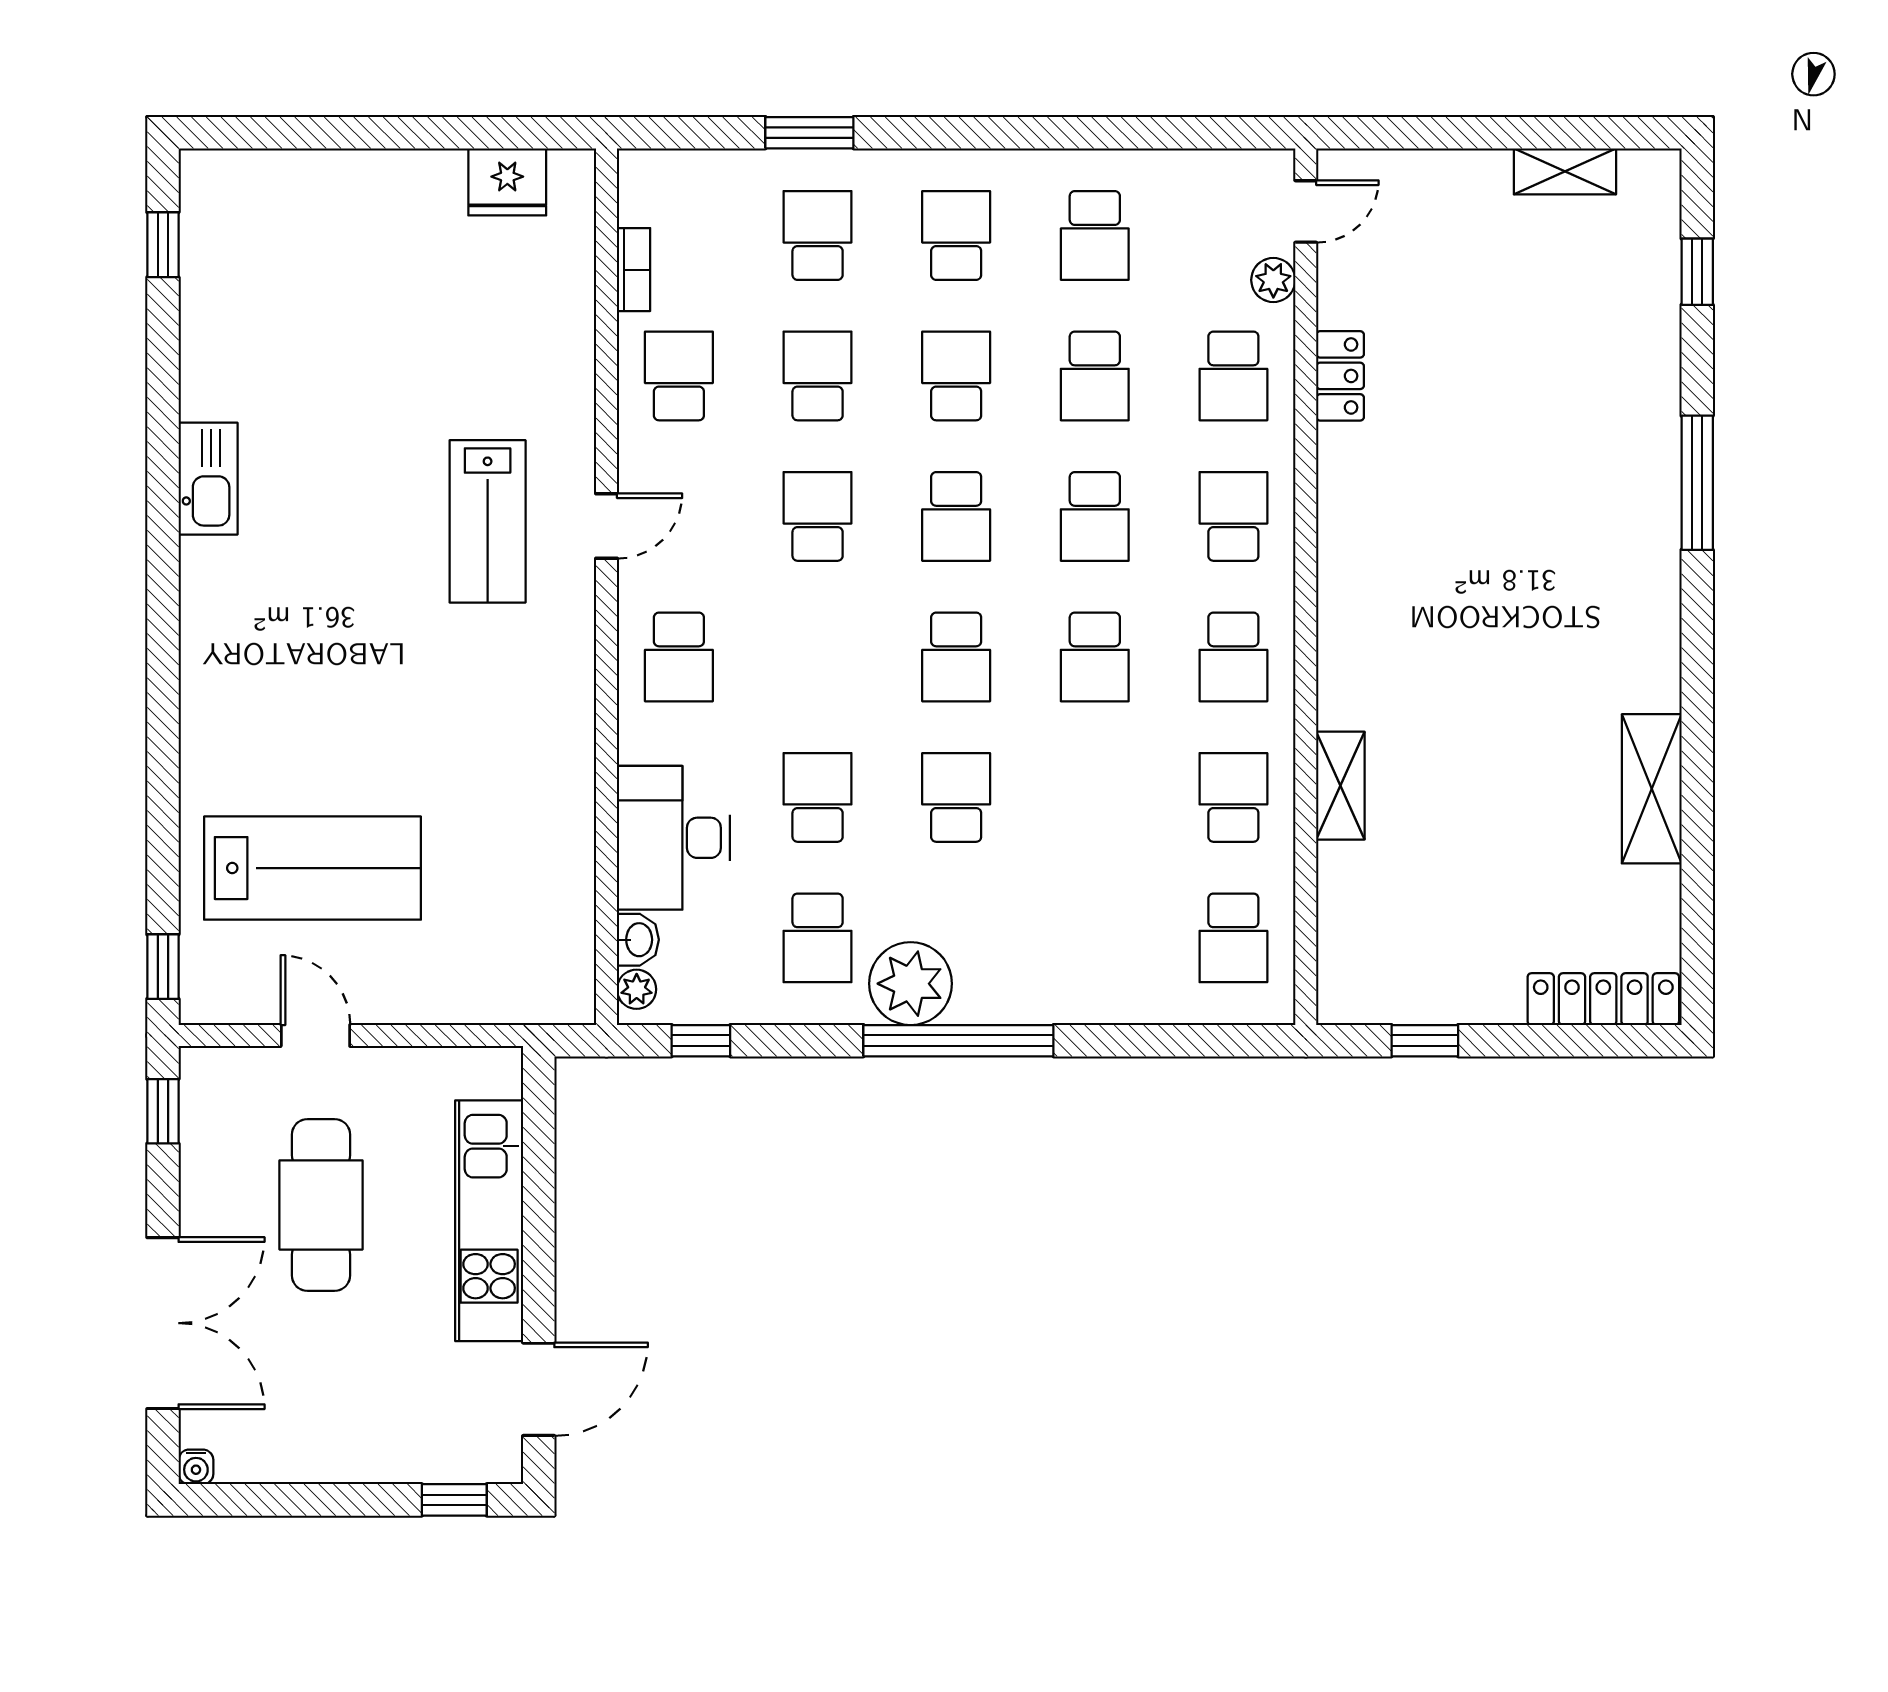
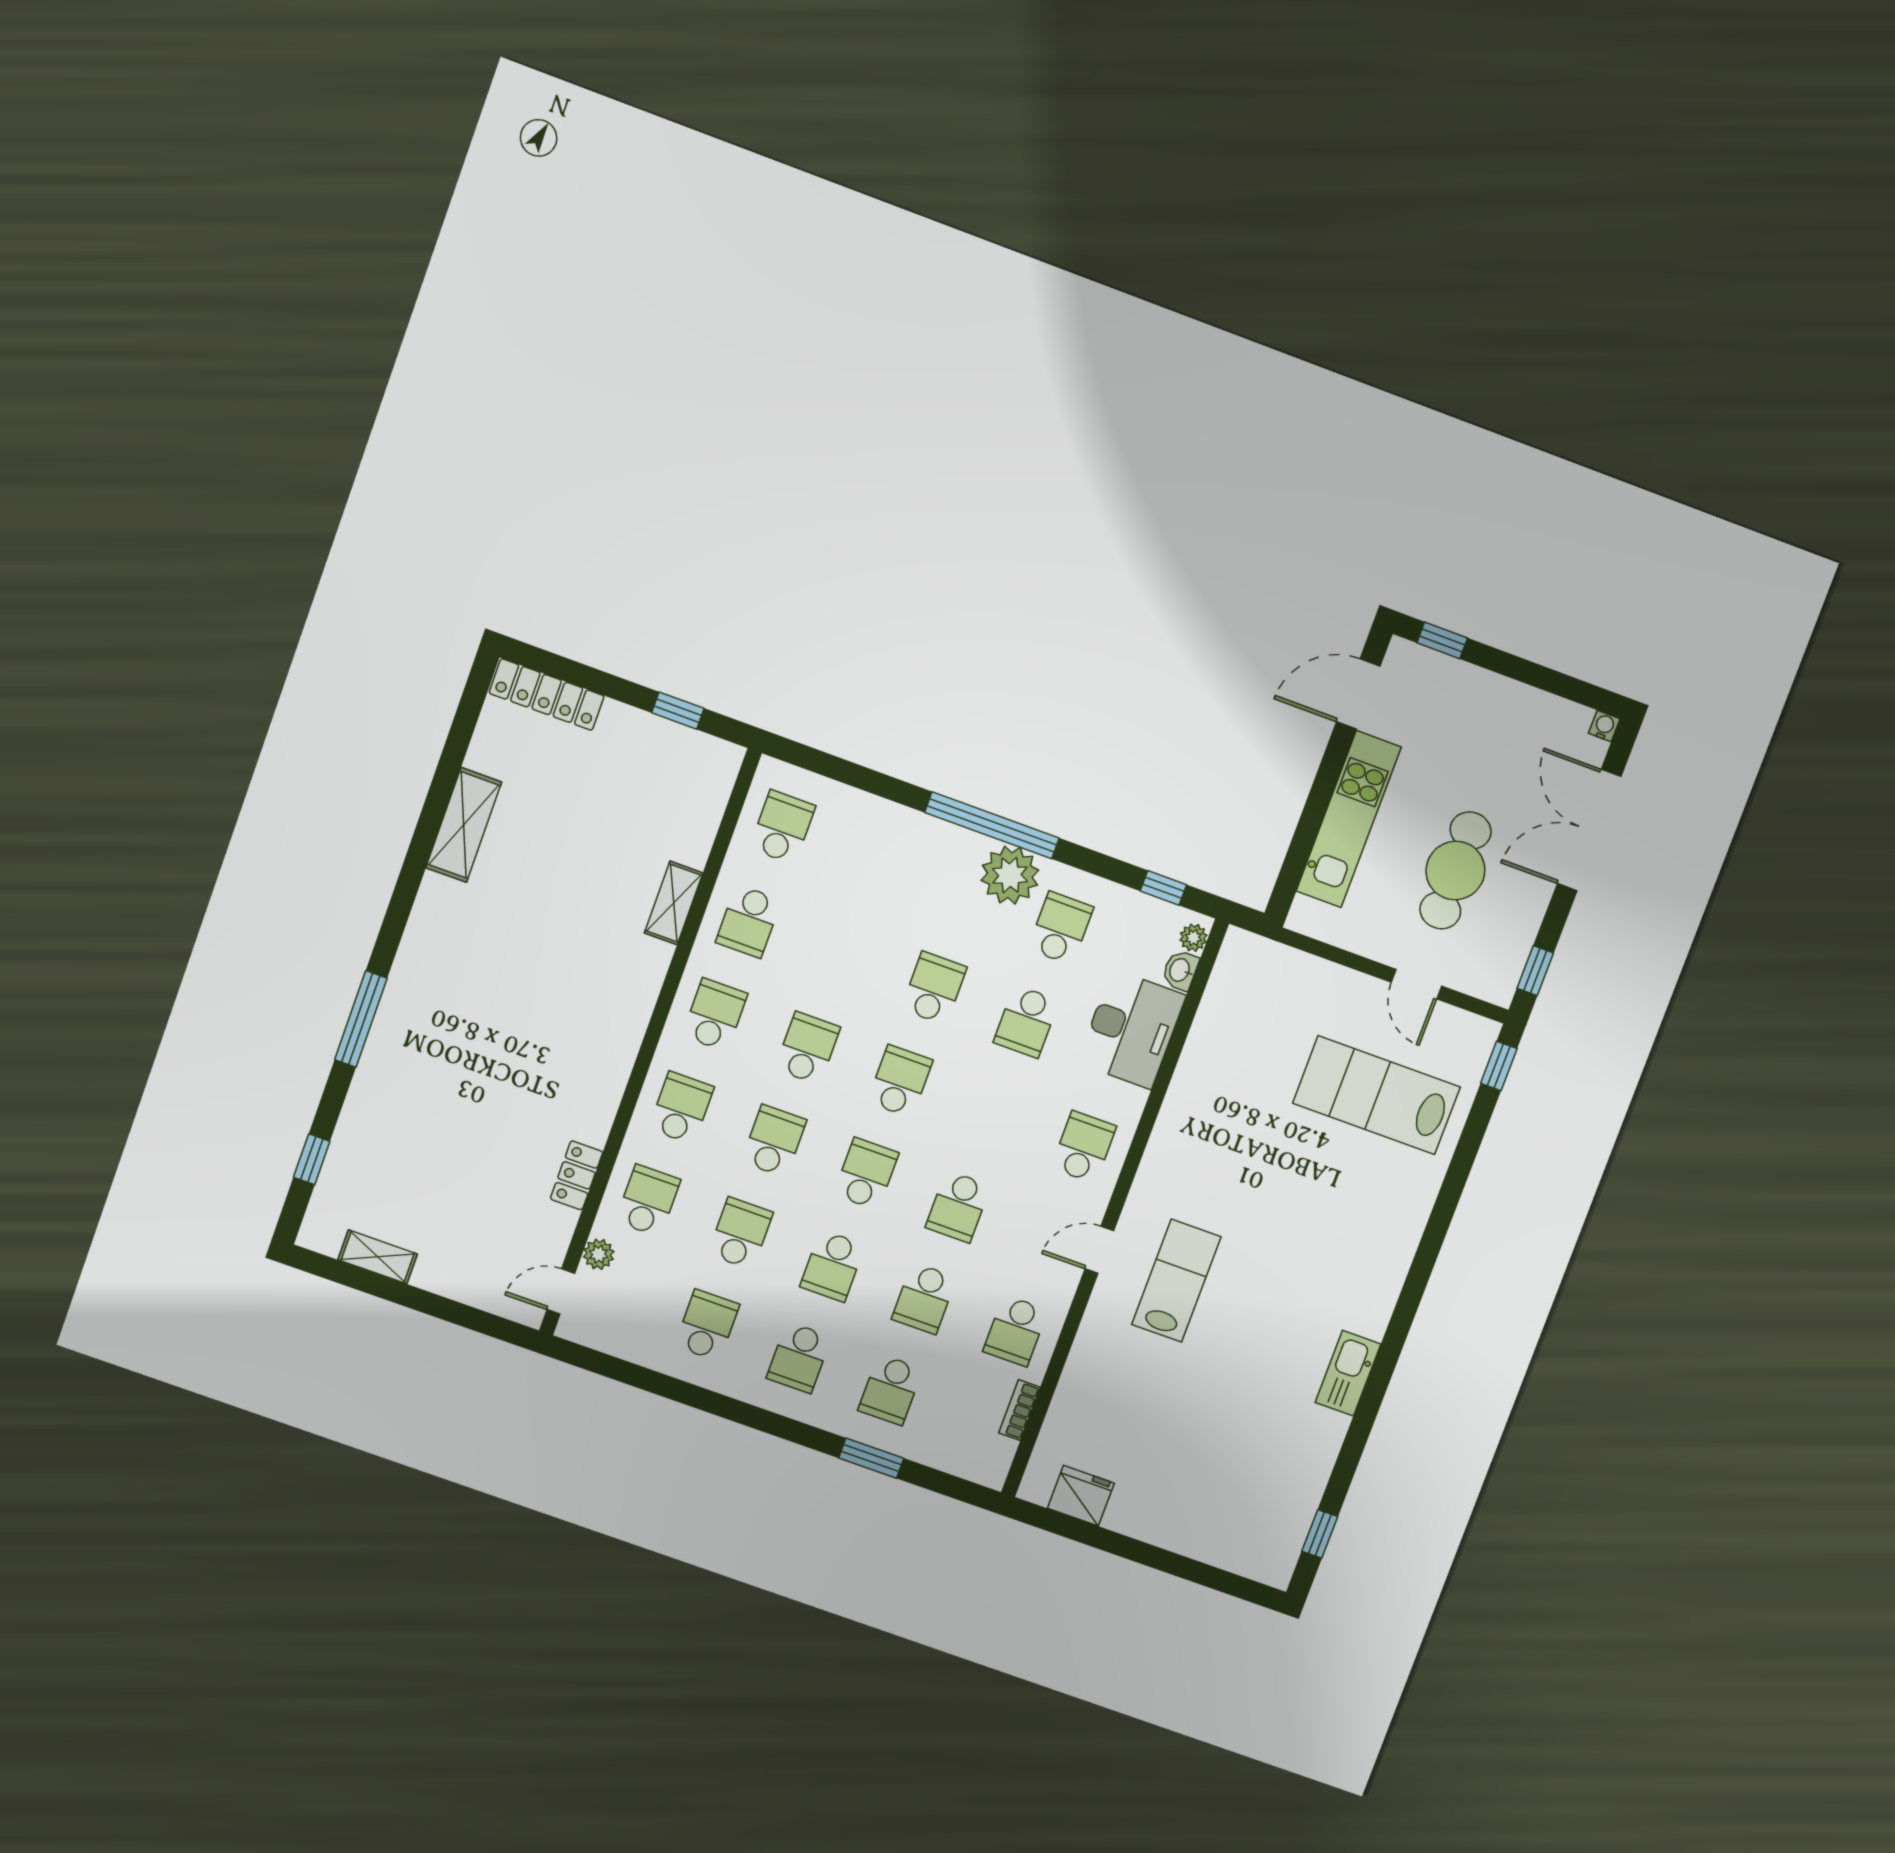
school desk: (1233, 516) -> (681, 1108), turned 180
school desk: (956, 797) -> (934, 988), turned 180

